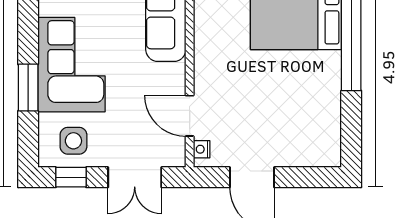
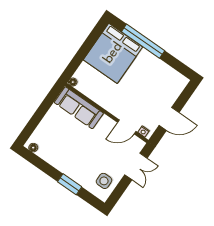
corner sofa: (71, 65) -> (73, 160), removed
window: (71, 177) -> (118, 192), removed

